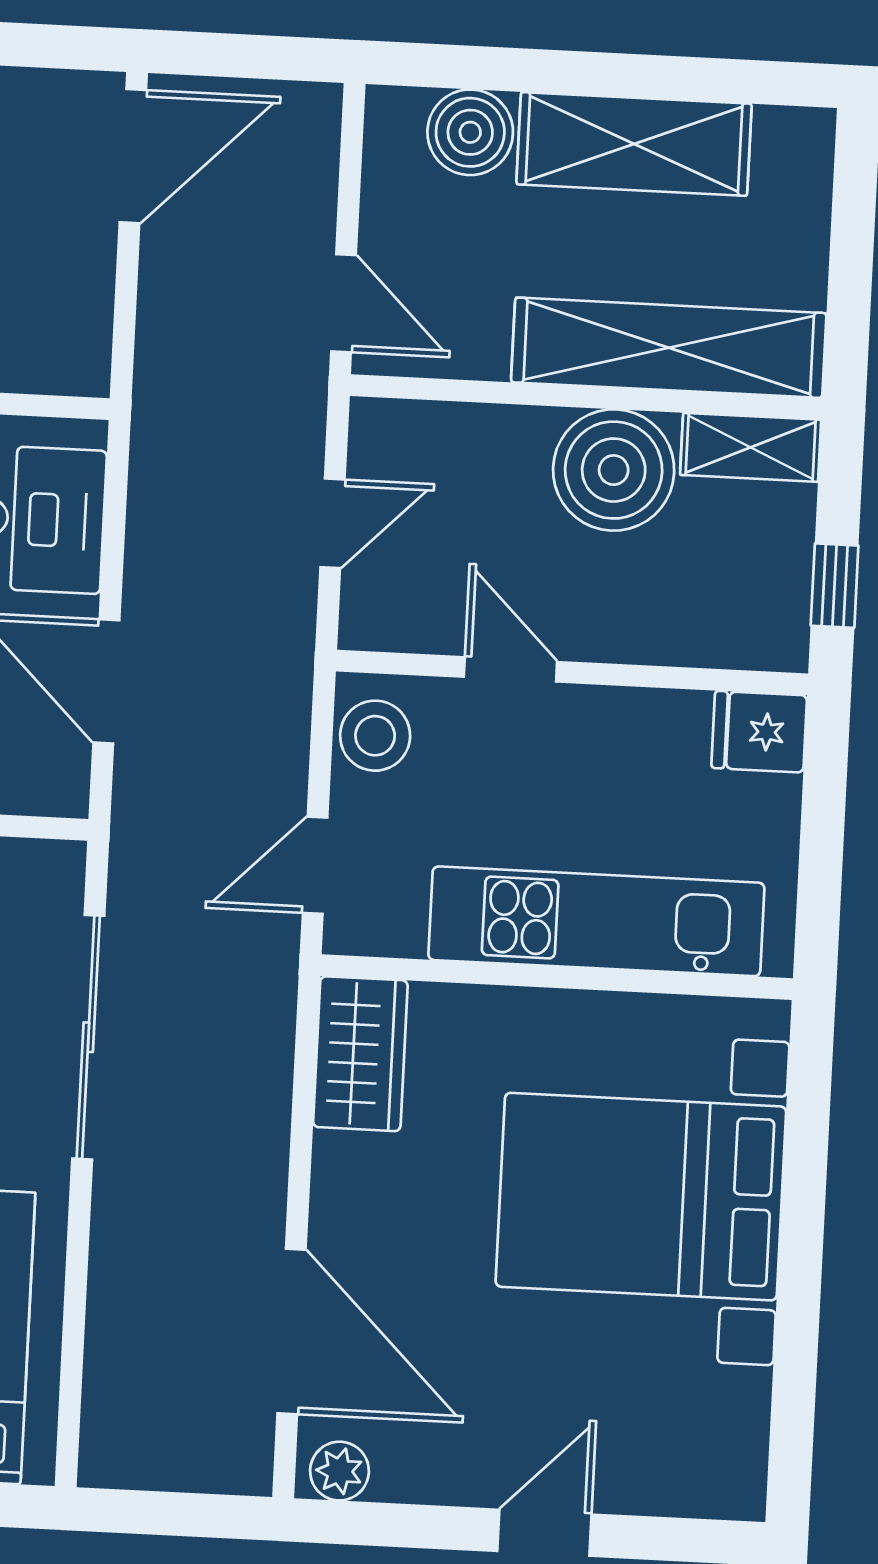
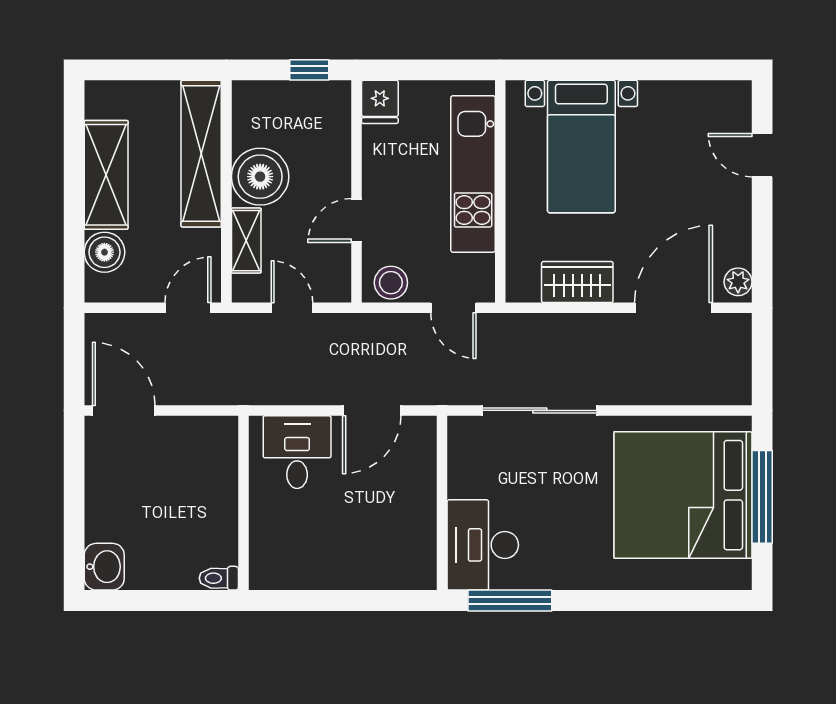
shelving: (751, 447) -> (246, 241), moved
wardrobe: (360, 1054) -> (577, 282), moved
bed with nightstands: (641, 1197) -> (581, 146), width x0.73
door: (544, 1533) -> (762, 155), moved

